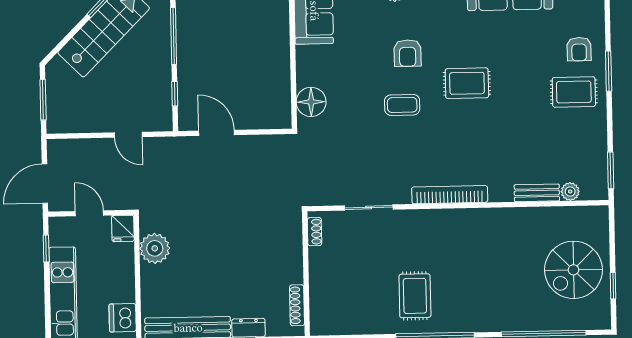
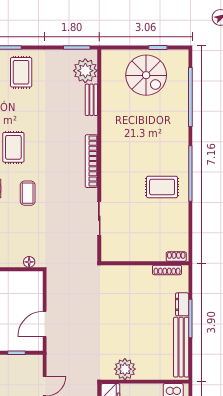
floor lamp: (311, 102) -> (29, 262), width x0.53, depth x0.53
plant: (570, 192) -> (85, 71), width x1.88, depth x1.88
shoe rack: (315, 232) -> (176, 257), moved

